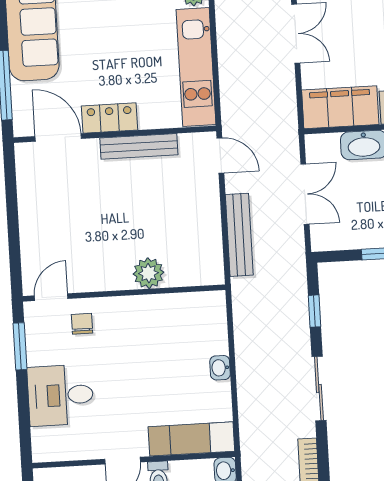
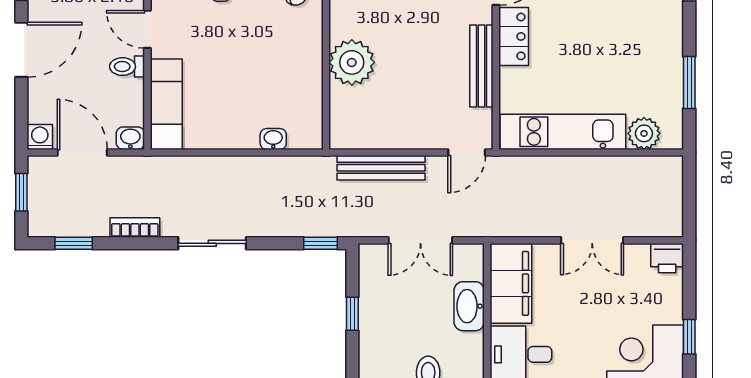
plant: (149, 273) -> (352, 62), width x1.36, depth x1.36
window: (314, 311) -> (320, 243), moved
washbasin: (220, 368) -> (273, 139), moved

